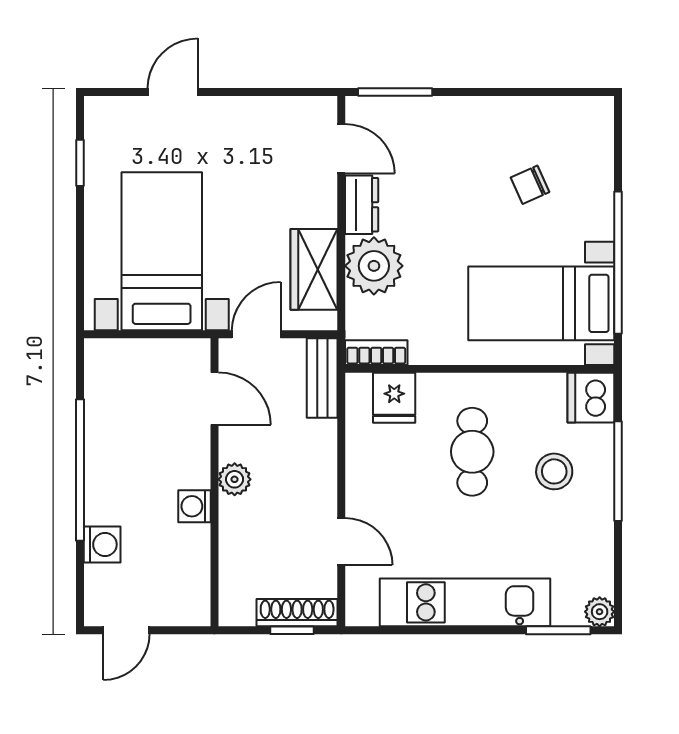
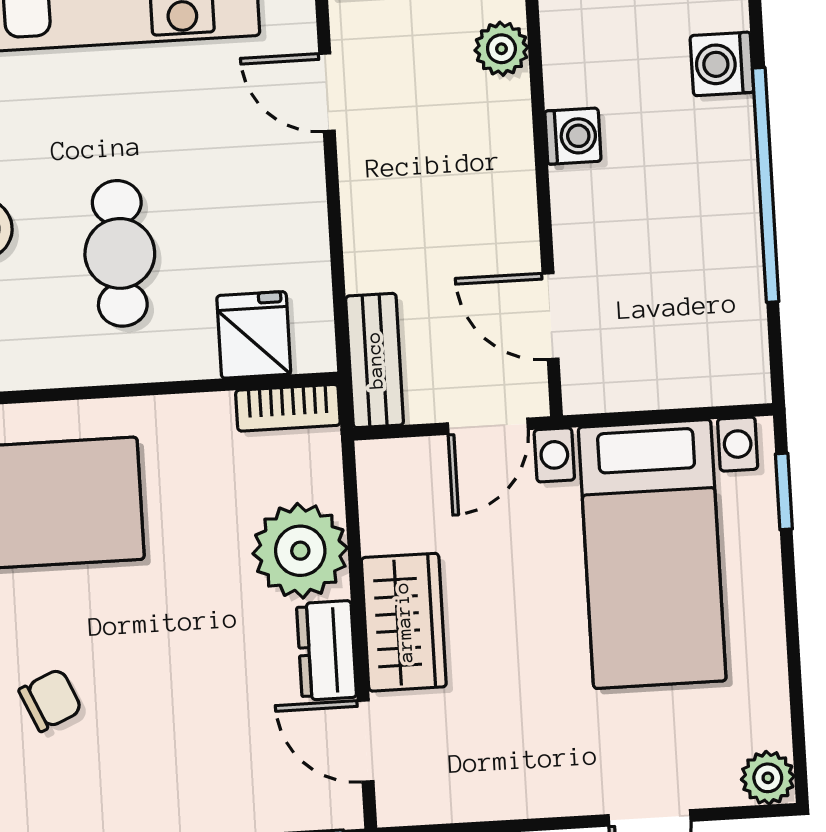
plant: (100, 112) -> (768, 778), added
window: (80, 163) -> (784, 491), moved
wardrobe: (314, 269) -> (404, 622), moved
plant: (235, 479) -> (501, 49), moved

